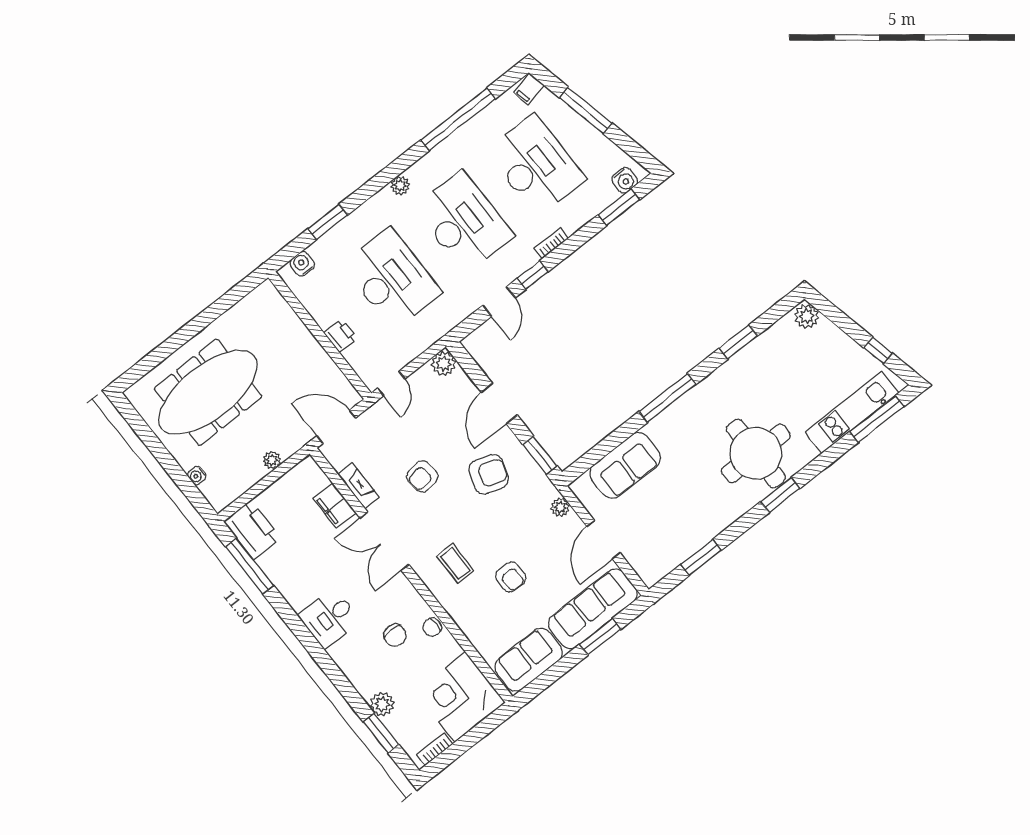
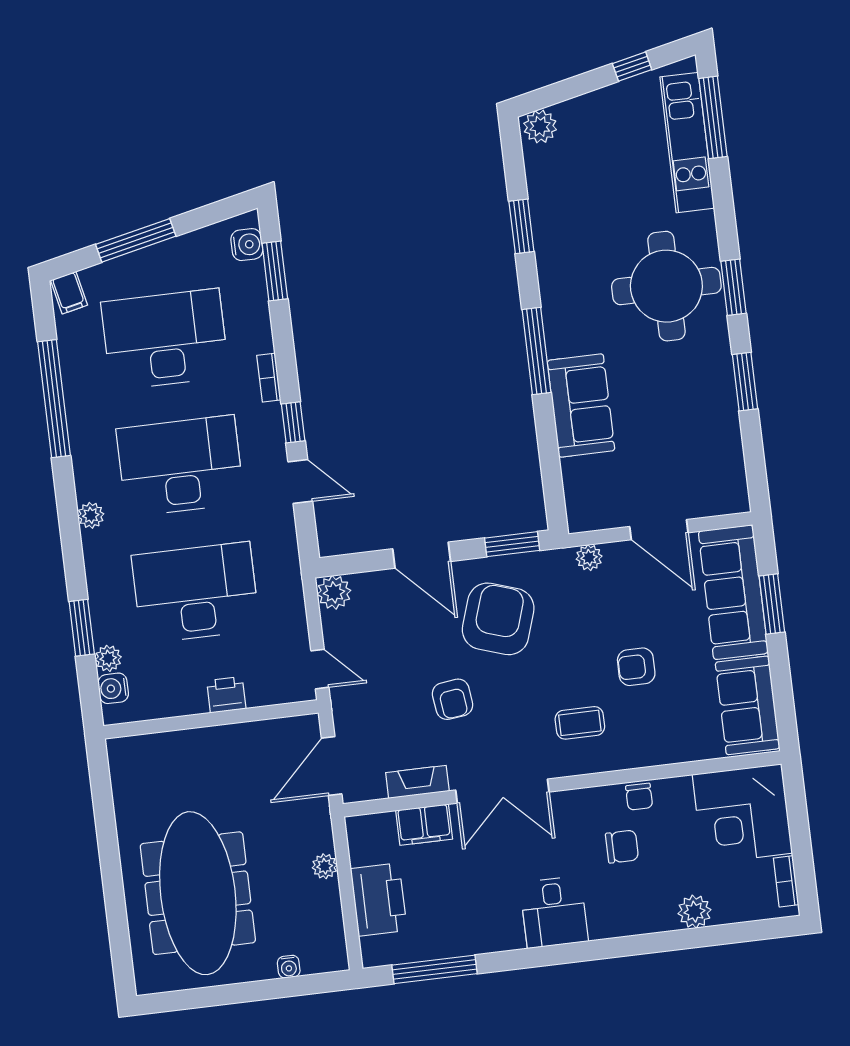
plant: (319, 250) -> (108, 658), added
sofa: (625, 466) -> (581, 405), moved
armchair: (489, 474) -> (498, 619), width x1.36, depth x1.36
printer: (252, 530) -> (379, 899), moved, turned 90
window: (701, 557) -> (745, 382), moved
armchair: (511, 577) -> (636, 667), turned 180
window: (381, 733) -> (728, 934), removed

